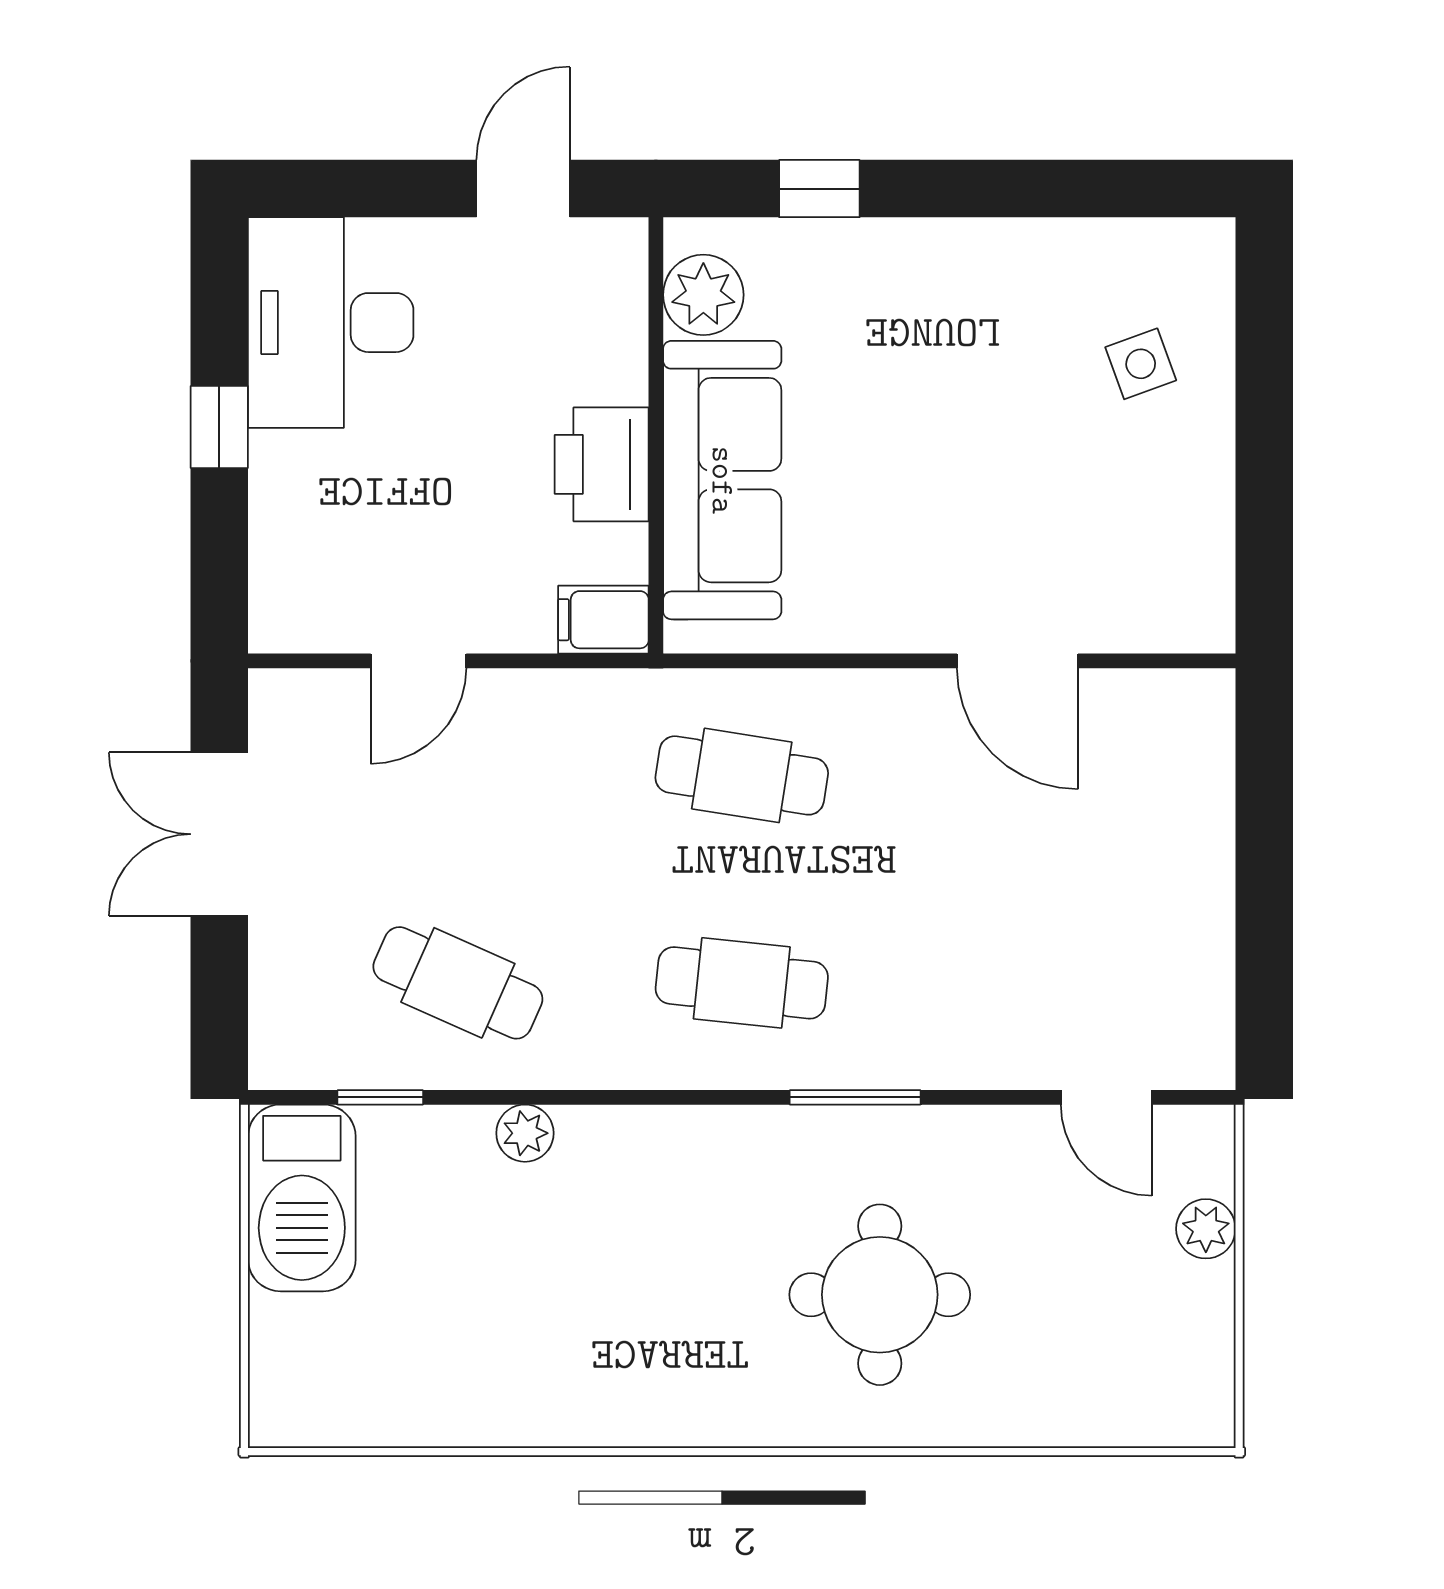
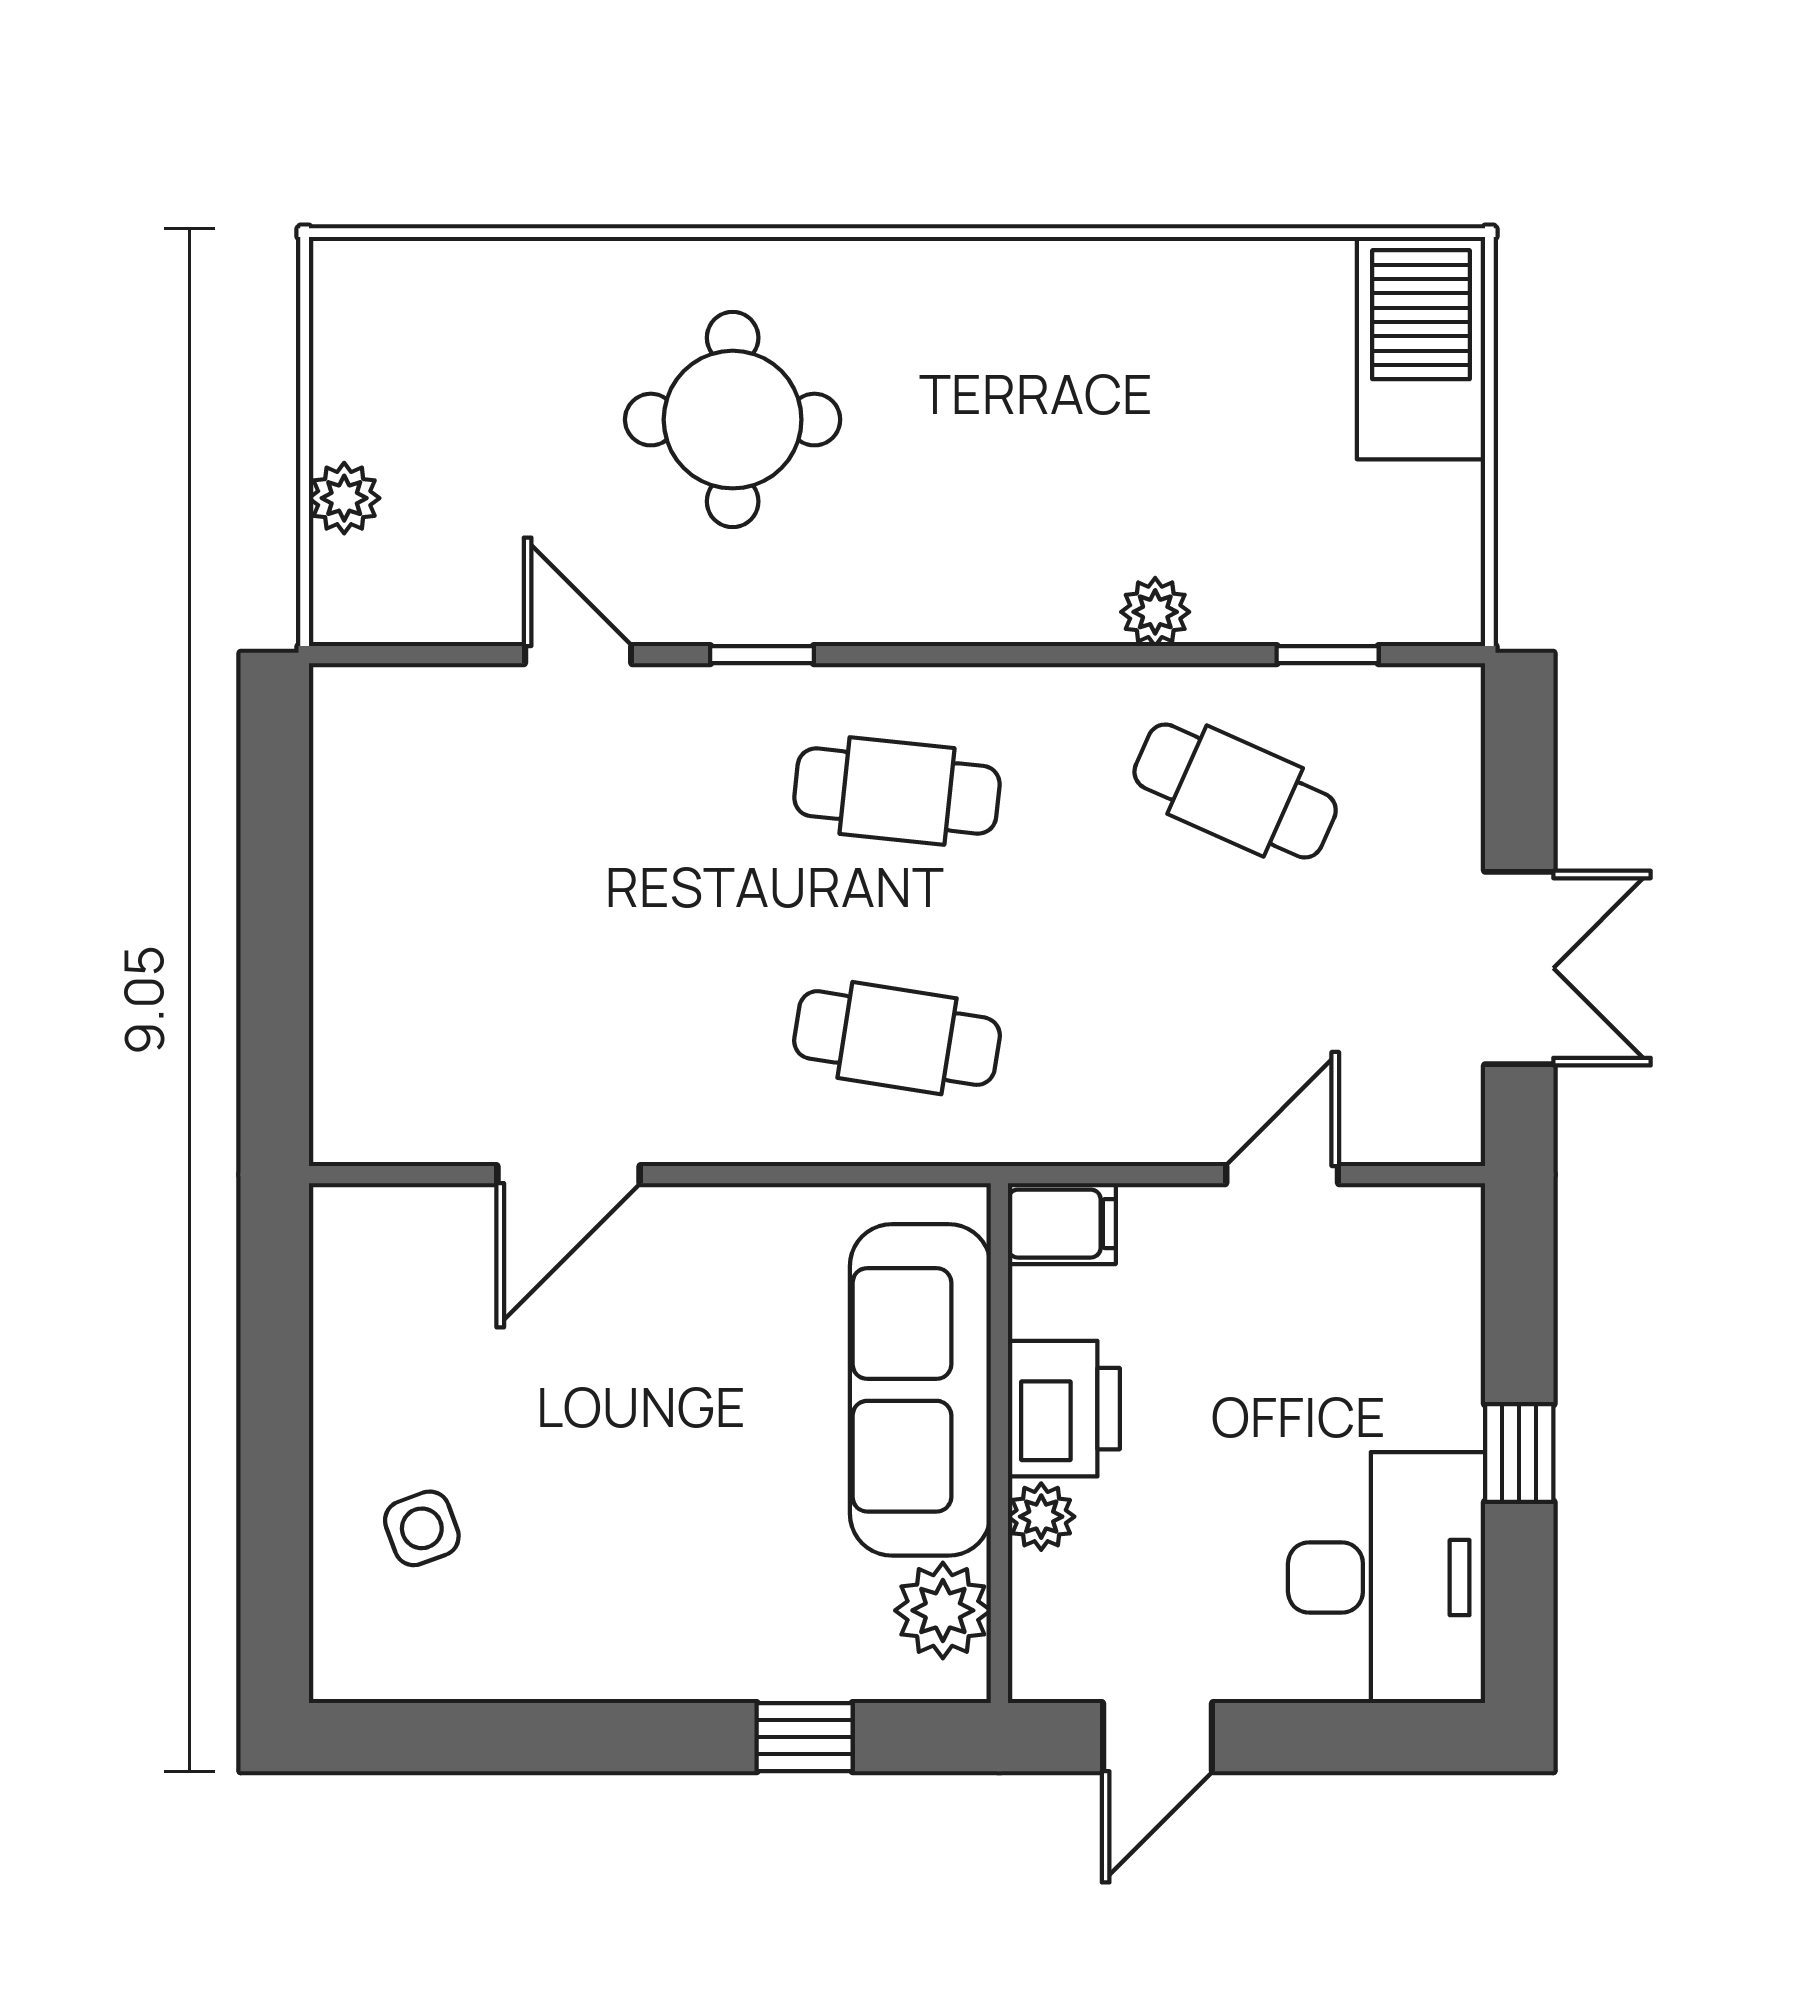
plant: (621, 374) -> (1041, 1517), added
door: (1017, 661) -> (569, 1175), swing flipped
window: (855, 1097) -> (762, 655), width x0.67
door: (1106, 1097) -> (578, 655), moved
barbecue: (302, 1198) -> (1421, 348), moved

